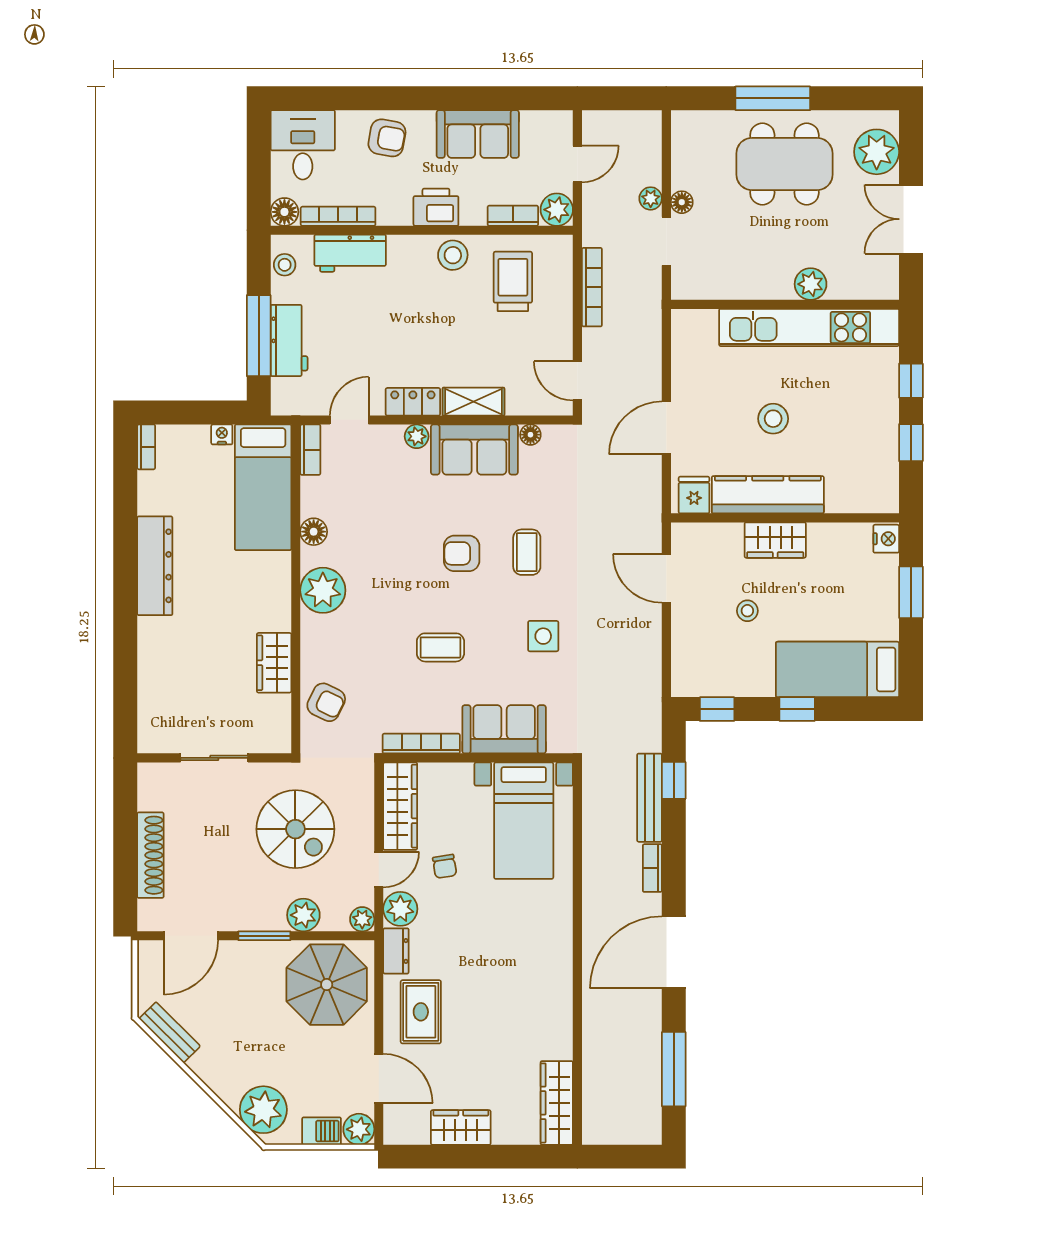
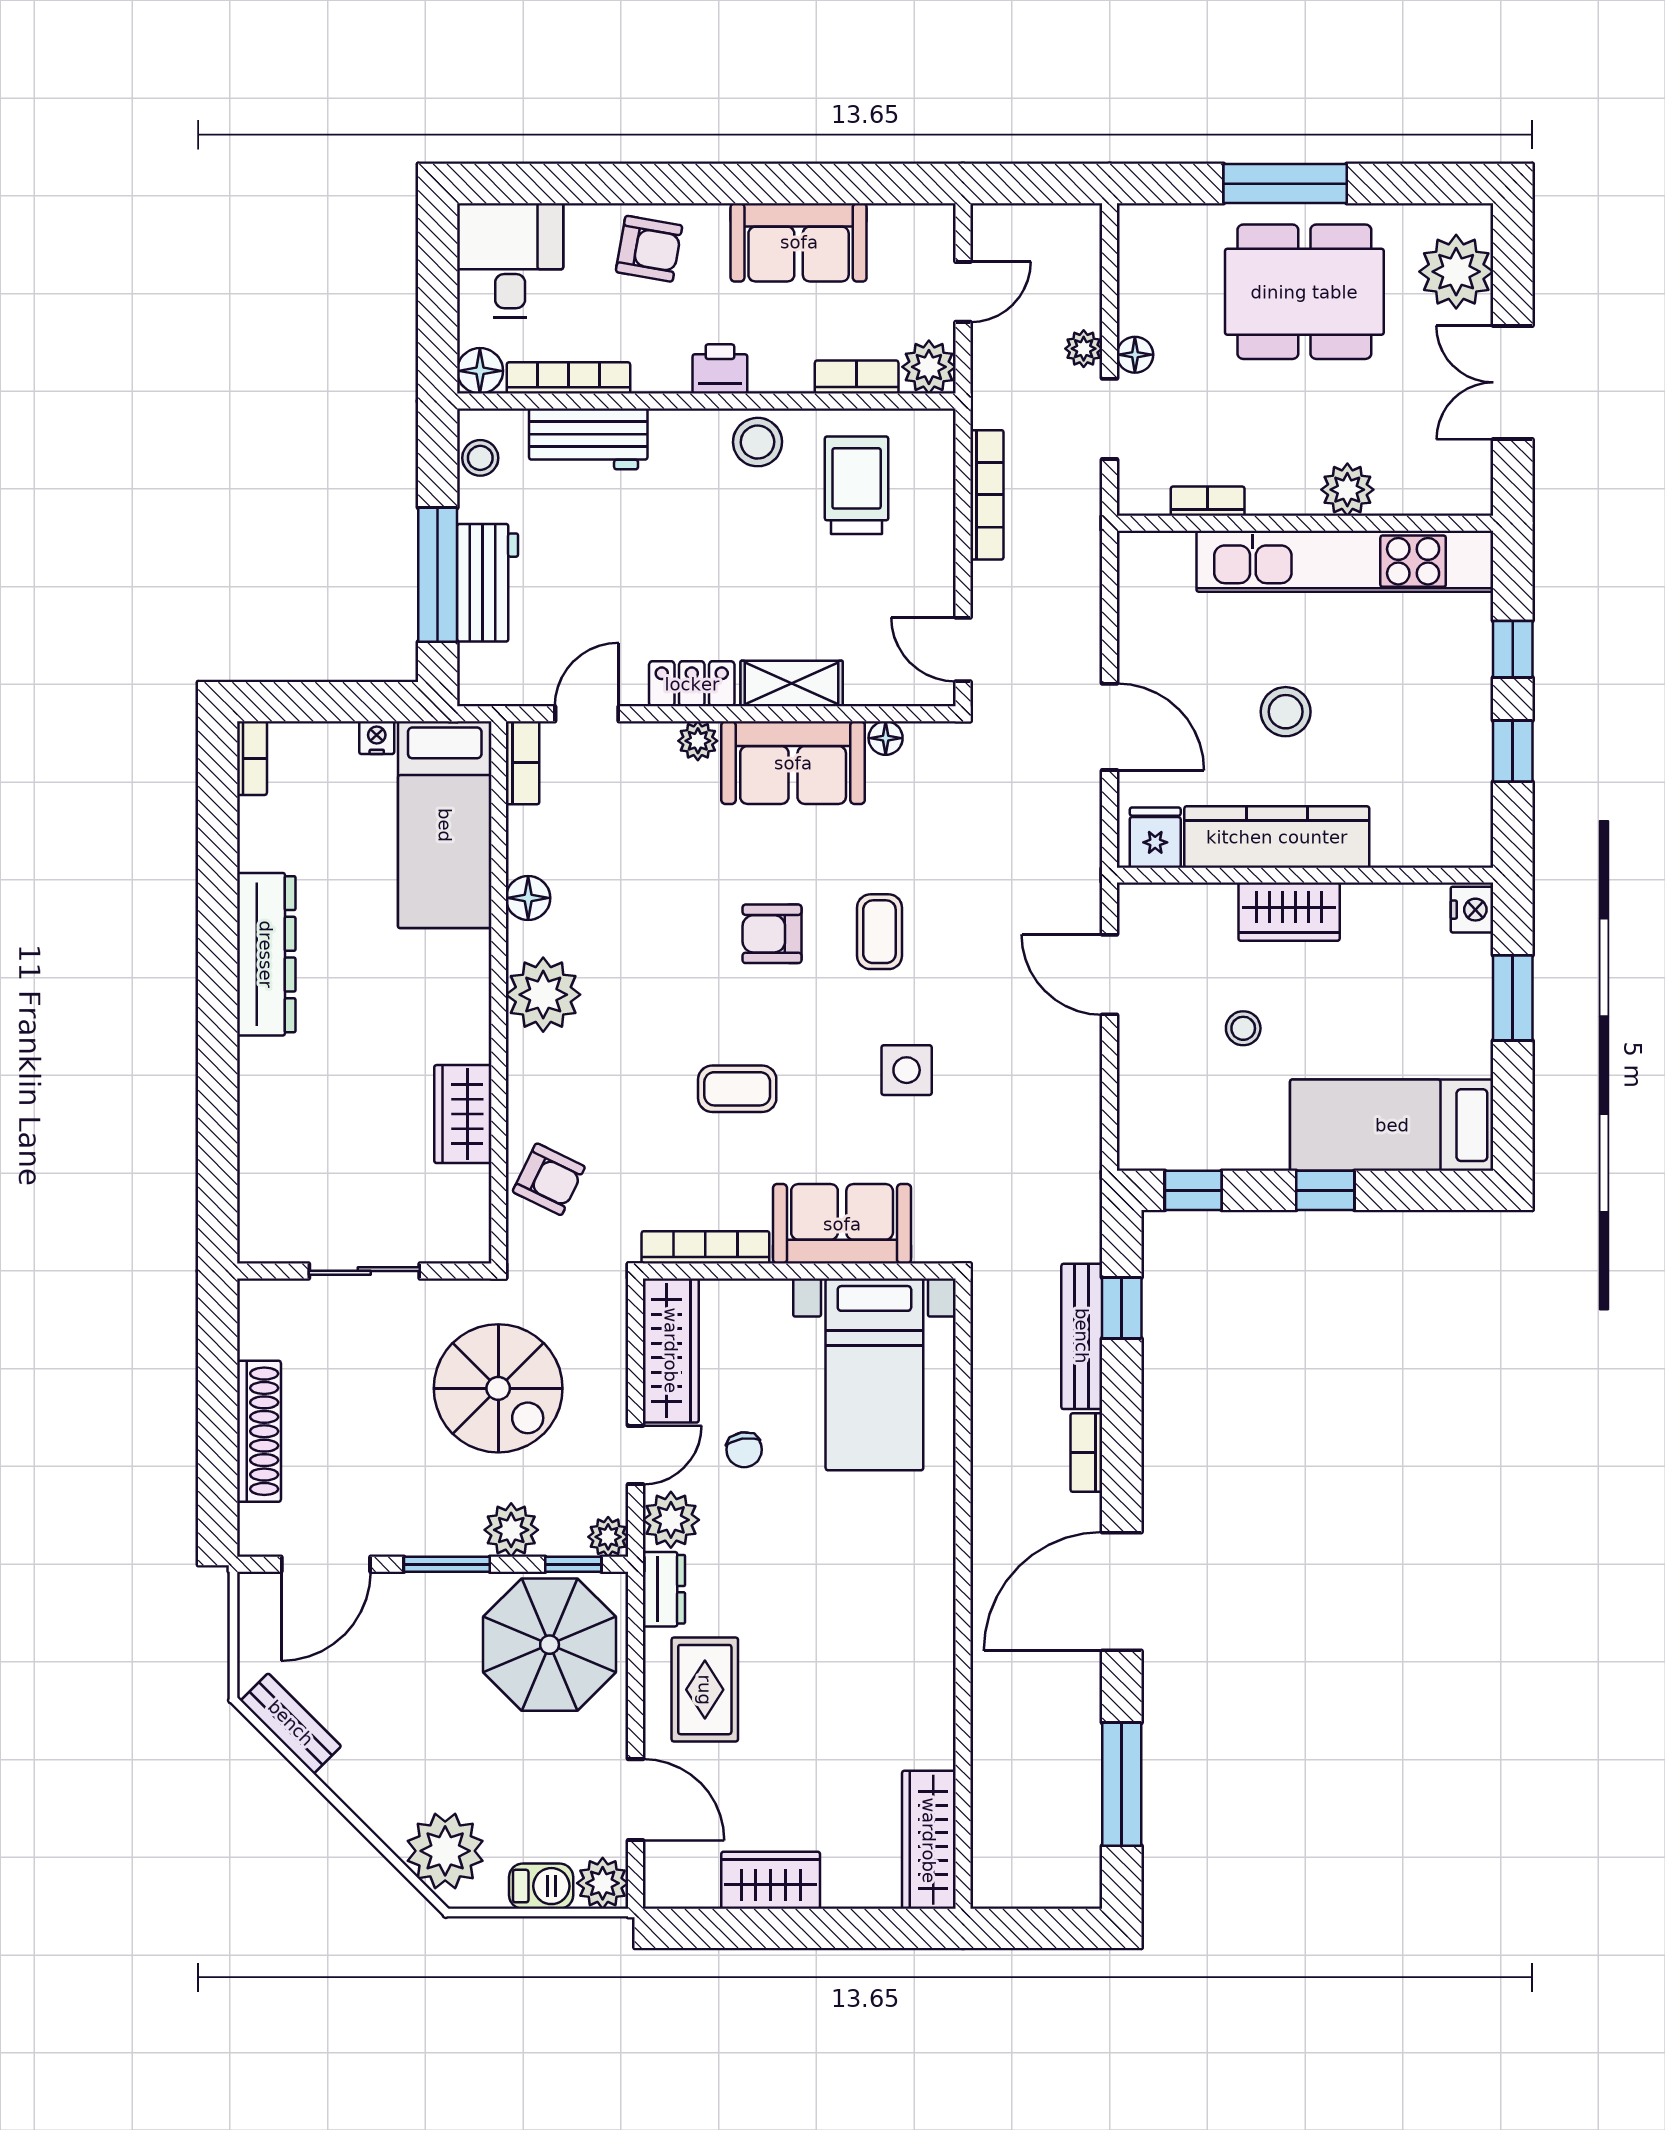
printer: (436, 207) -> (720, 369), width x0.73, depth x0.81
bookcase: (726, 291) -> (1208, 501), added
door: (666, 428) -> (1110, 727), swing flipped
window: (341, 936) -> (573, 1564), added

